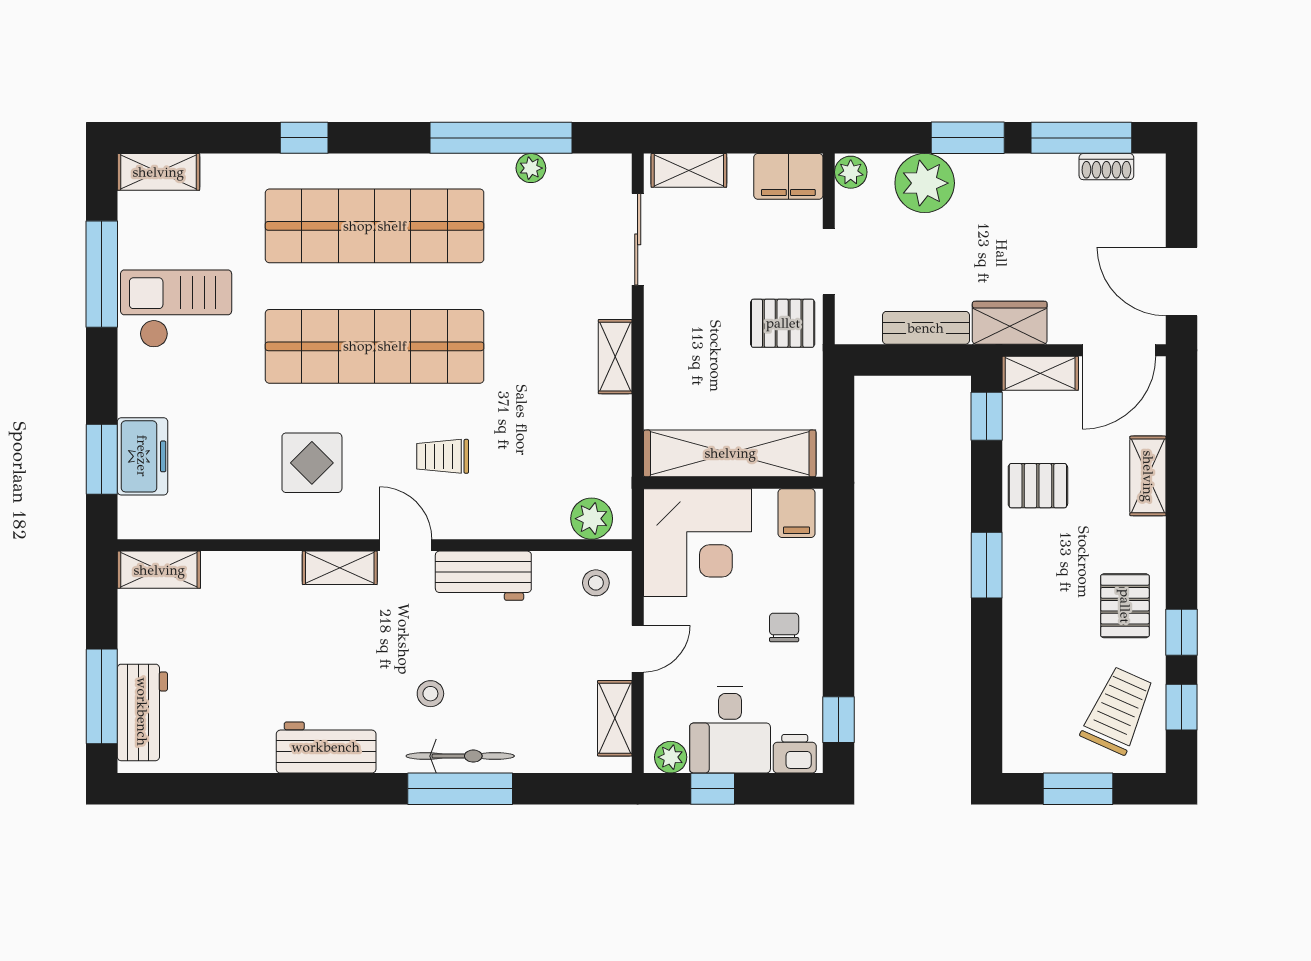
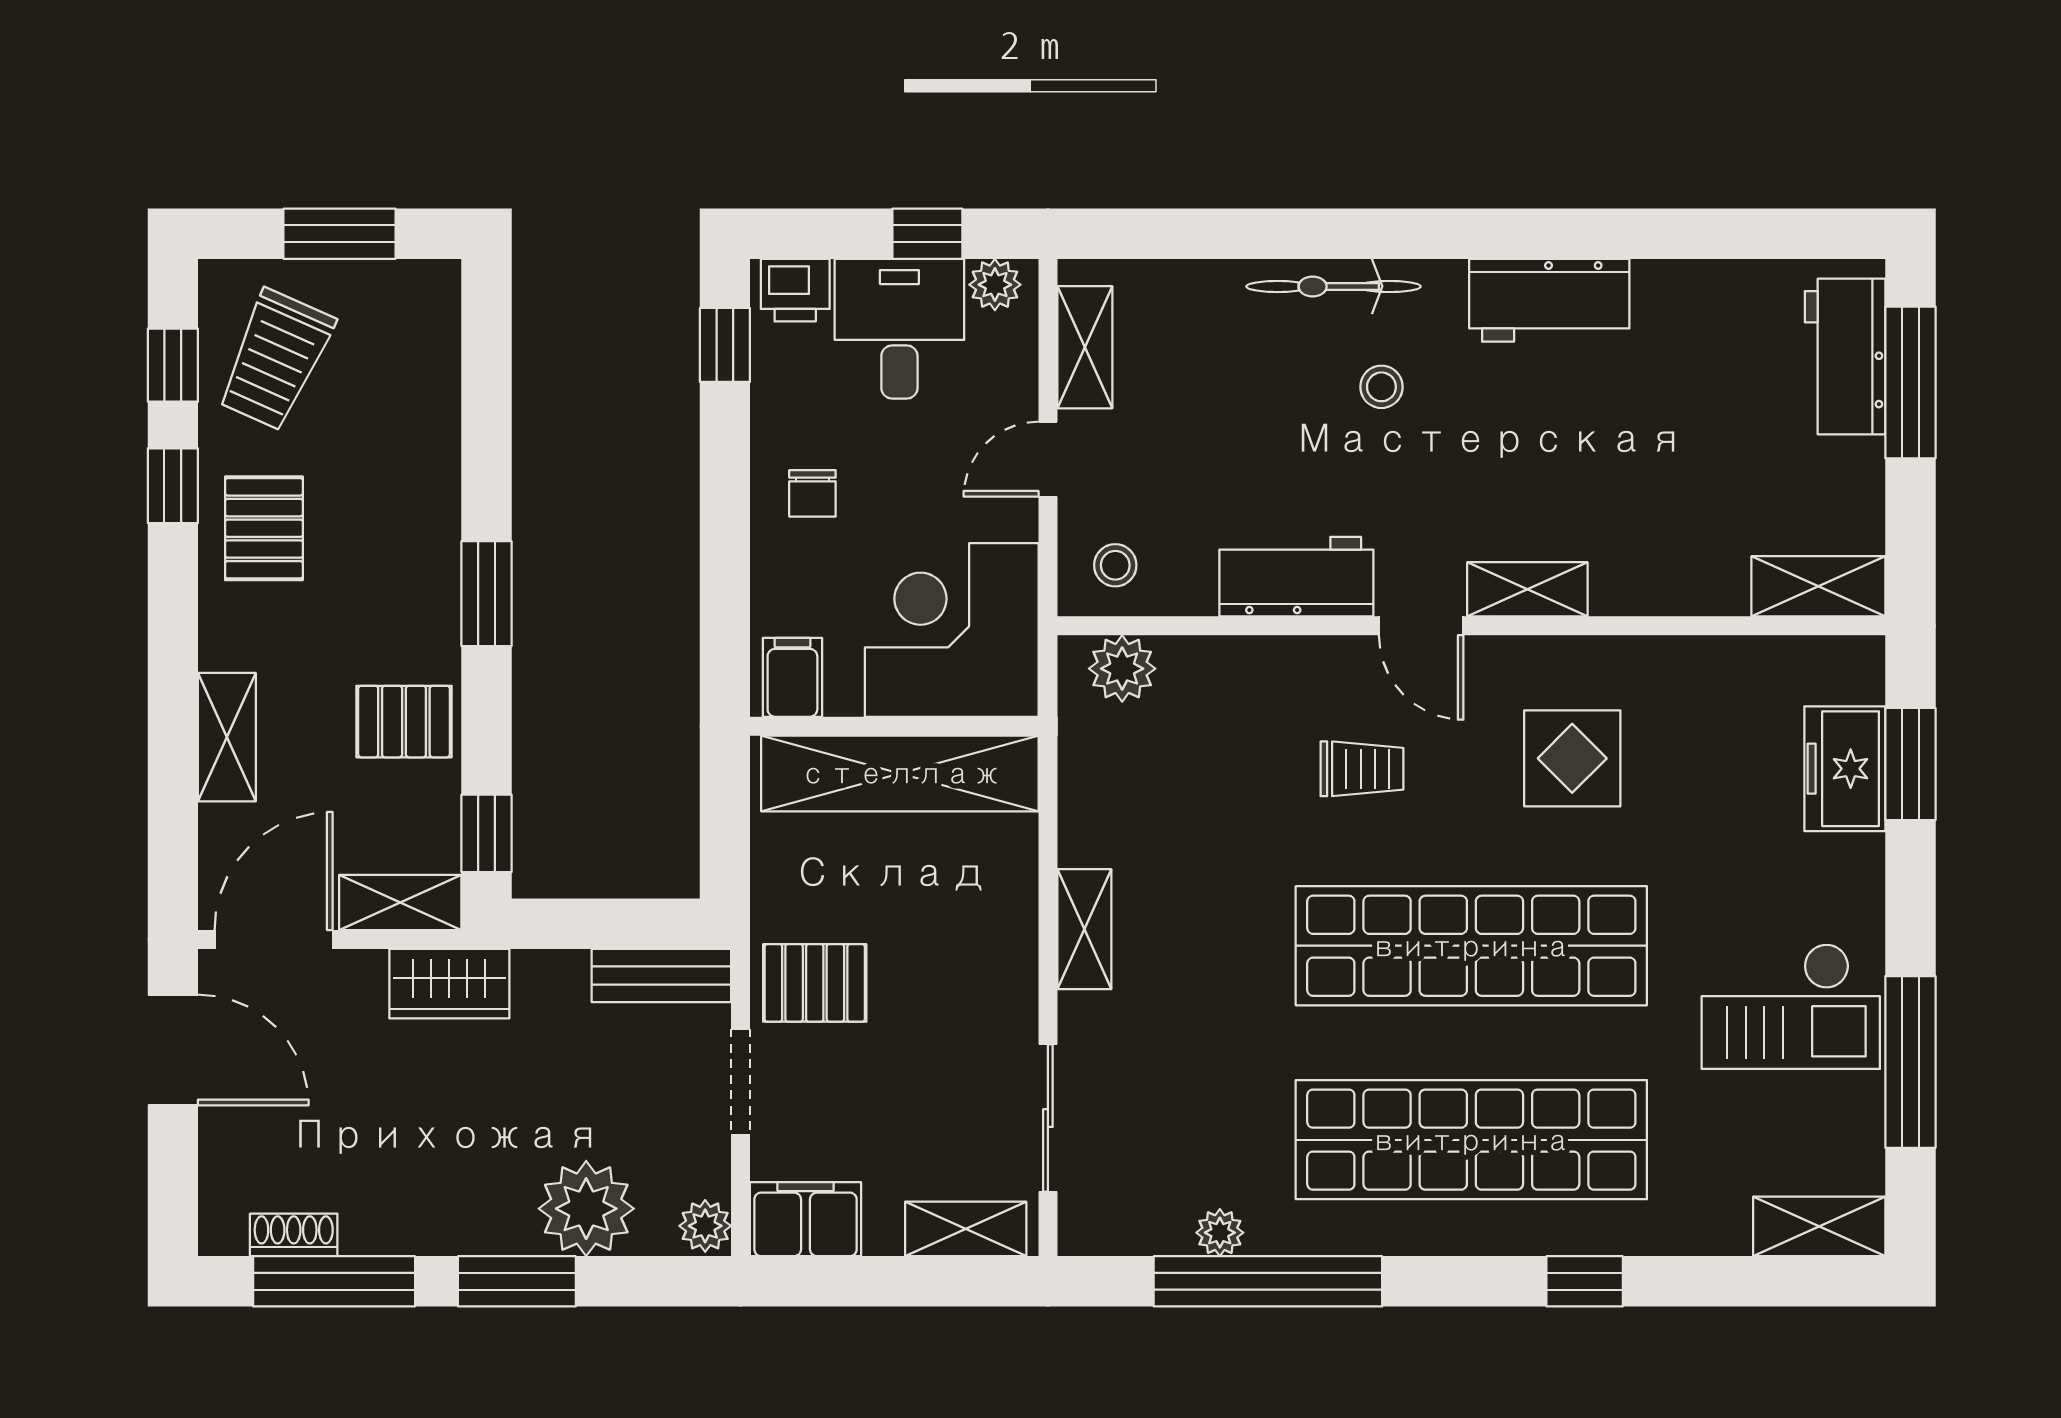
bench: (926, 328) -> (661, 975), moved
window: (460, 789) -> (1334, 234), removed

